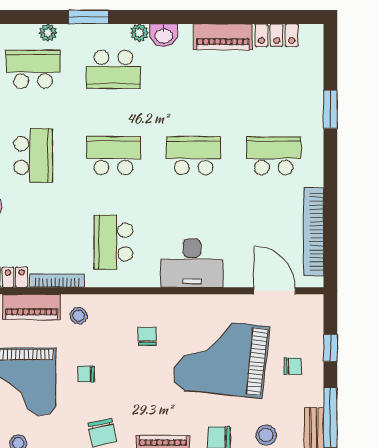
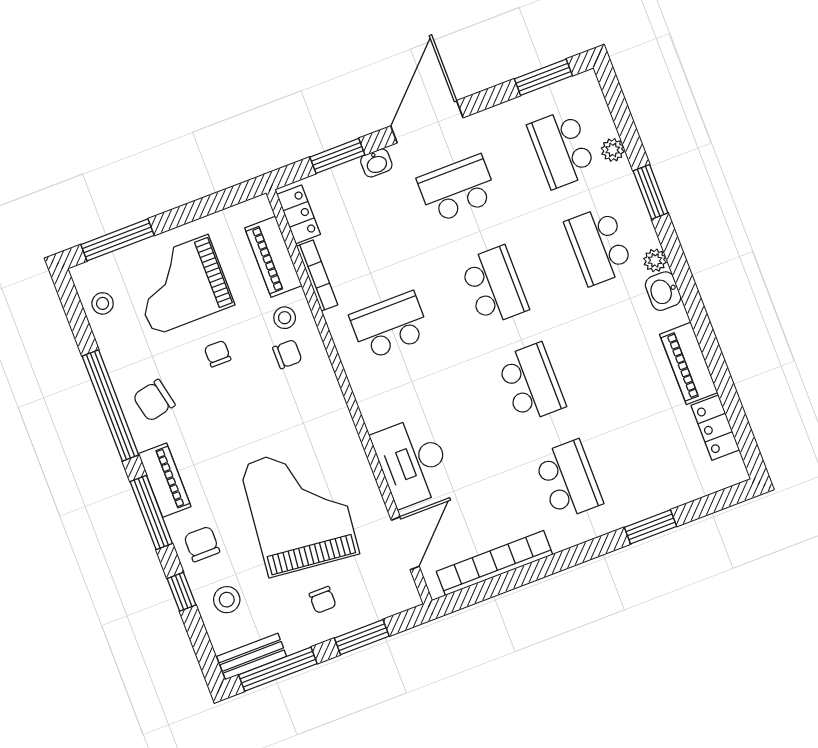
school desk: (33, 69) -> (562, 149), turned 180
school desk: (33, 156) -> (457, 189), turned 180
desk: (192, 263) -> (412, 462), moved
chair: (147, 336) -> (287, 354), moved
window: (330, 348) -> (362, 637), width x1.50

